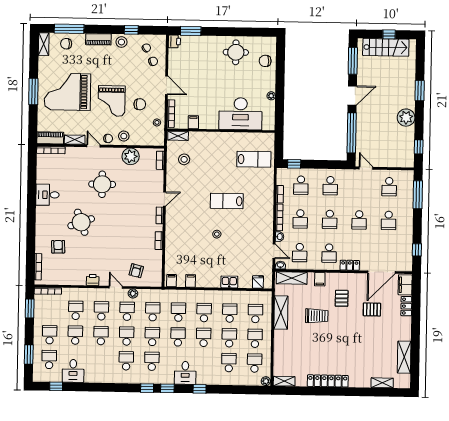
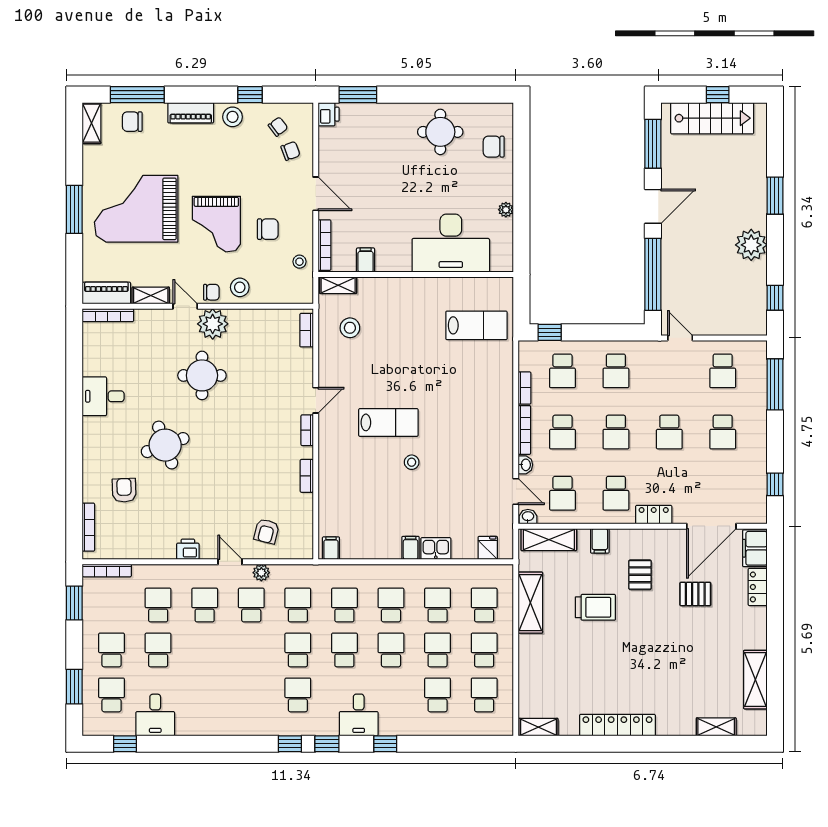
plant: (131, 156) -> (213, 324), moved
lab bench: (227, 201) -> (388, 422), moved, turned 180
filing cabinet: (191, 281) -> (411, 548), moved
school desk: (101, 336) -> (205, 650), removed
school desk: (127, 336) -> (251, 650), removed
school desk: (126, 361) -> (251, 695), removed
plant: (266, 381) -> (505, 728), removed

